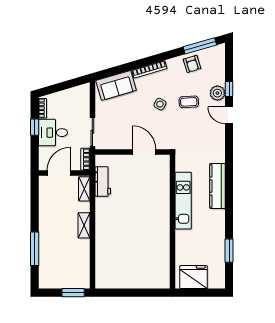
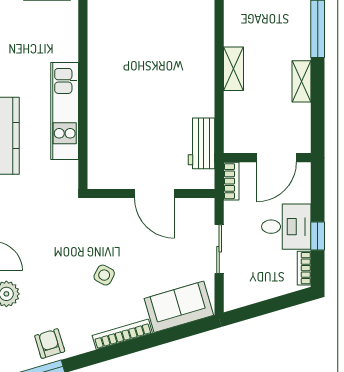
coffee table: (189, 102) -> (55, 279), removed
sliding door: (92, 132) -> (219, 249), moved
door: (144, 152) -> (154, 193), moved
shelving: (84, 189) -> (301, 81), moved

